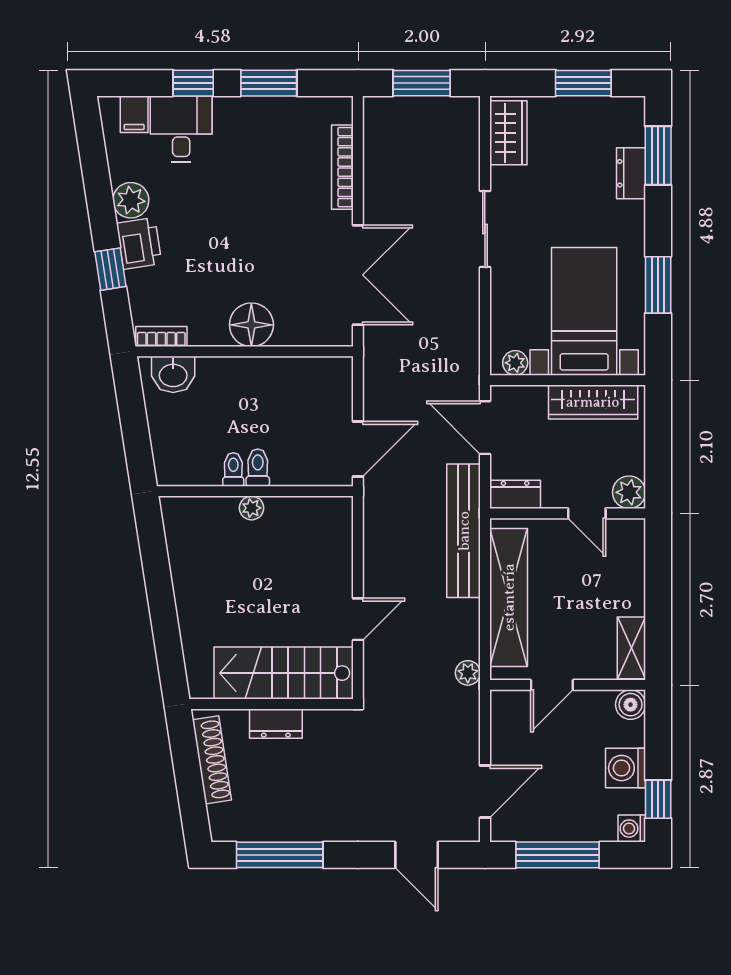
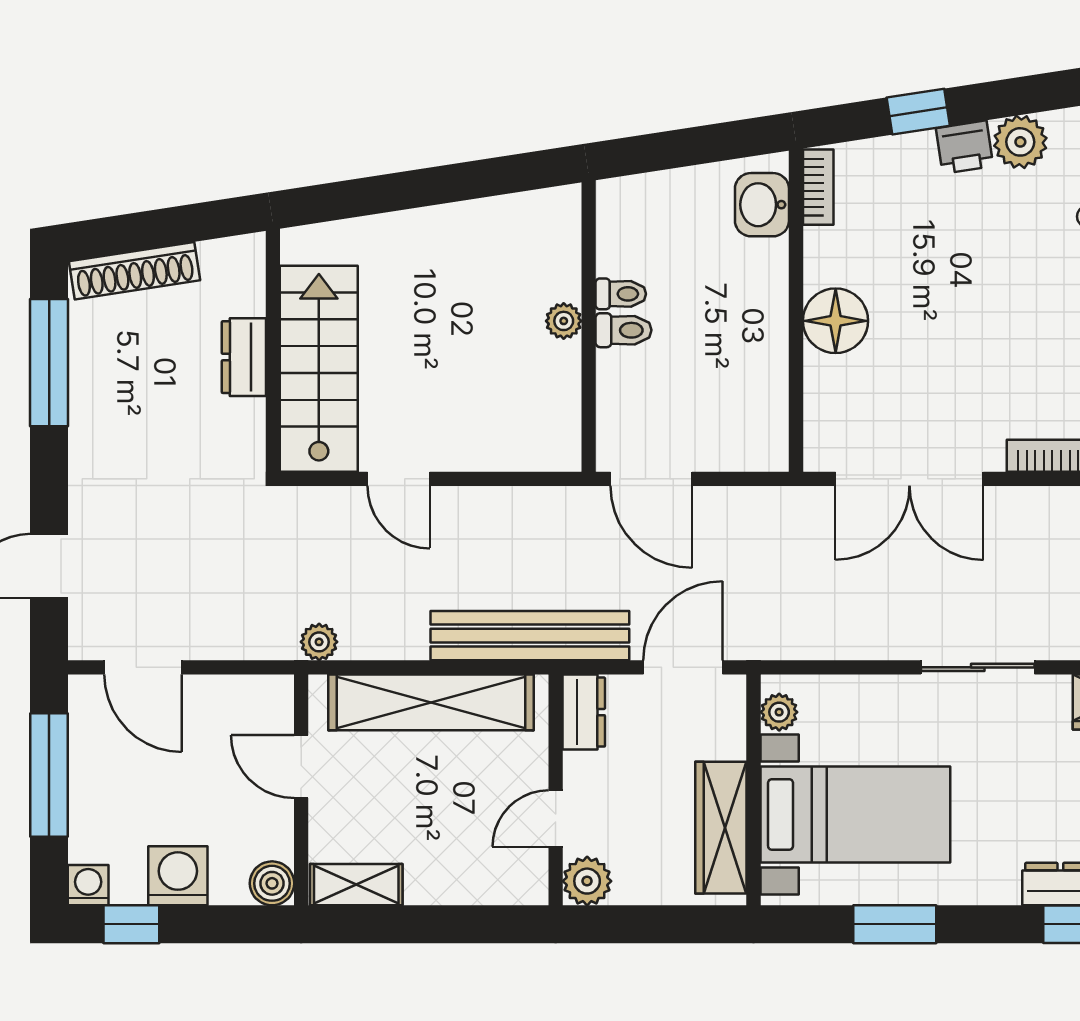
printer: (139, 243) -> (965, 147), width x0.73, depth x0.81
shoe rack: (212, 760) -> (134, 271), moved

